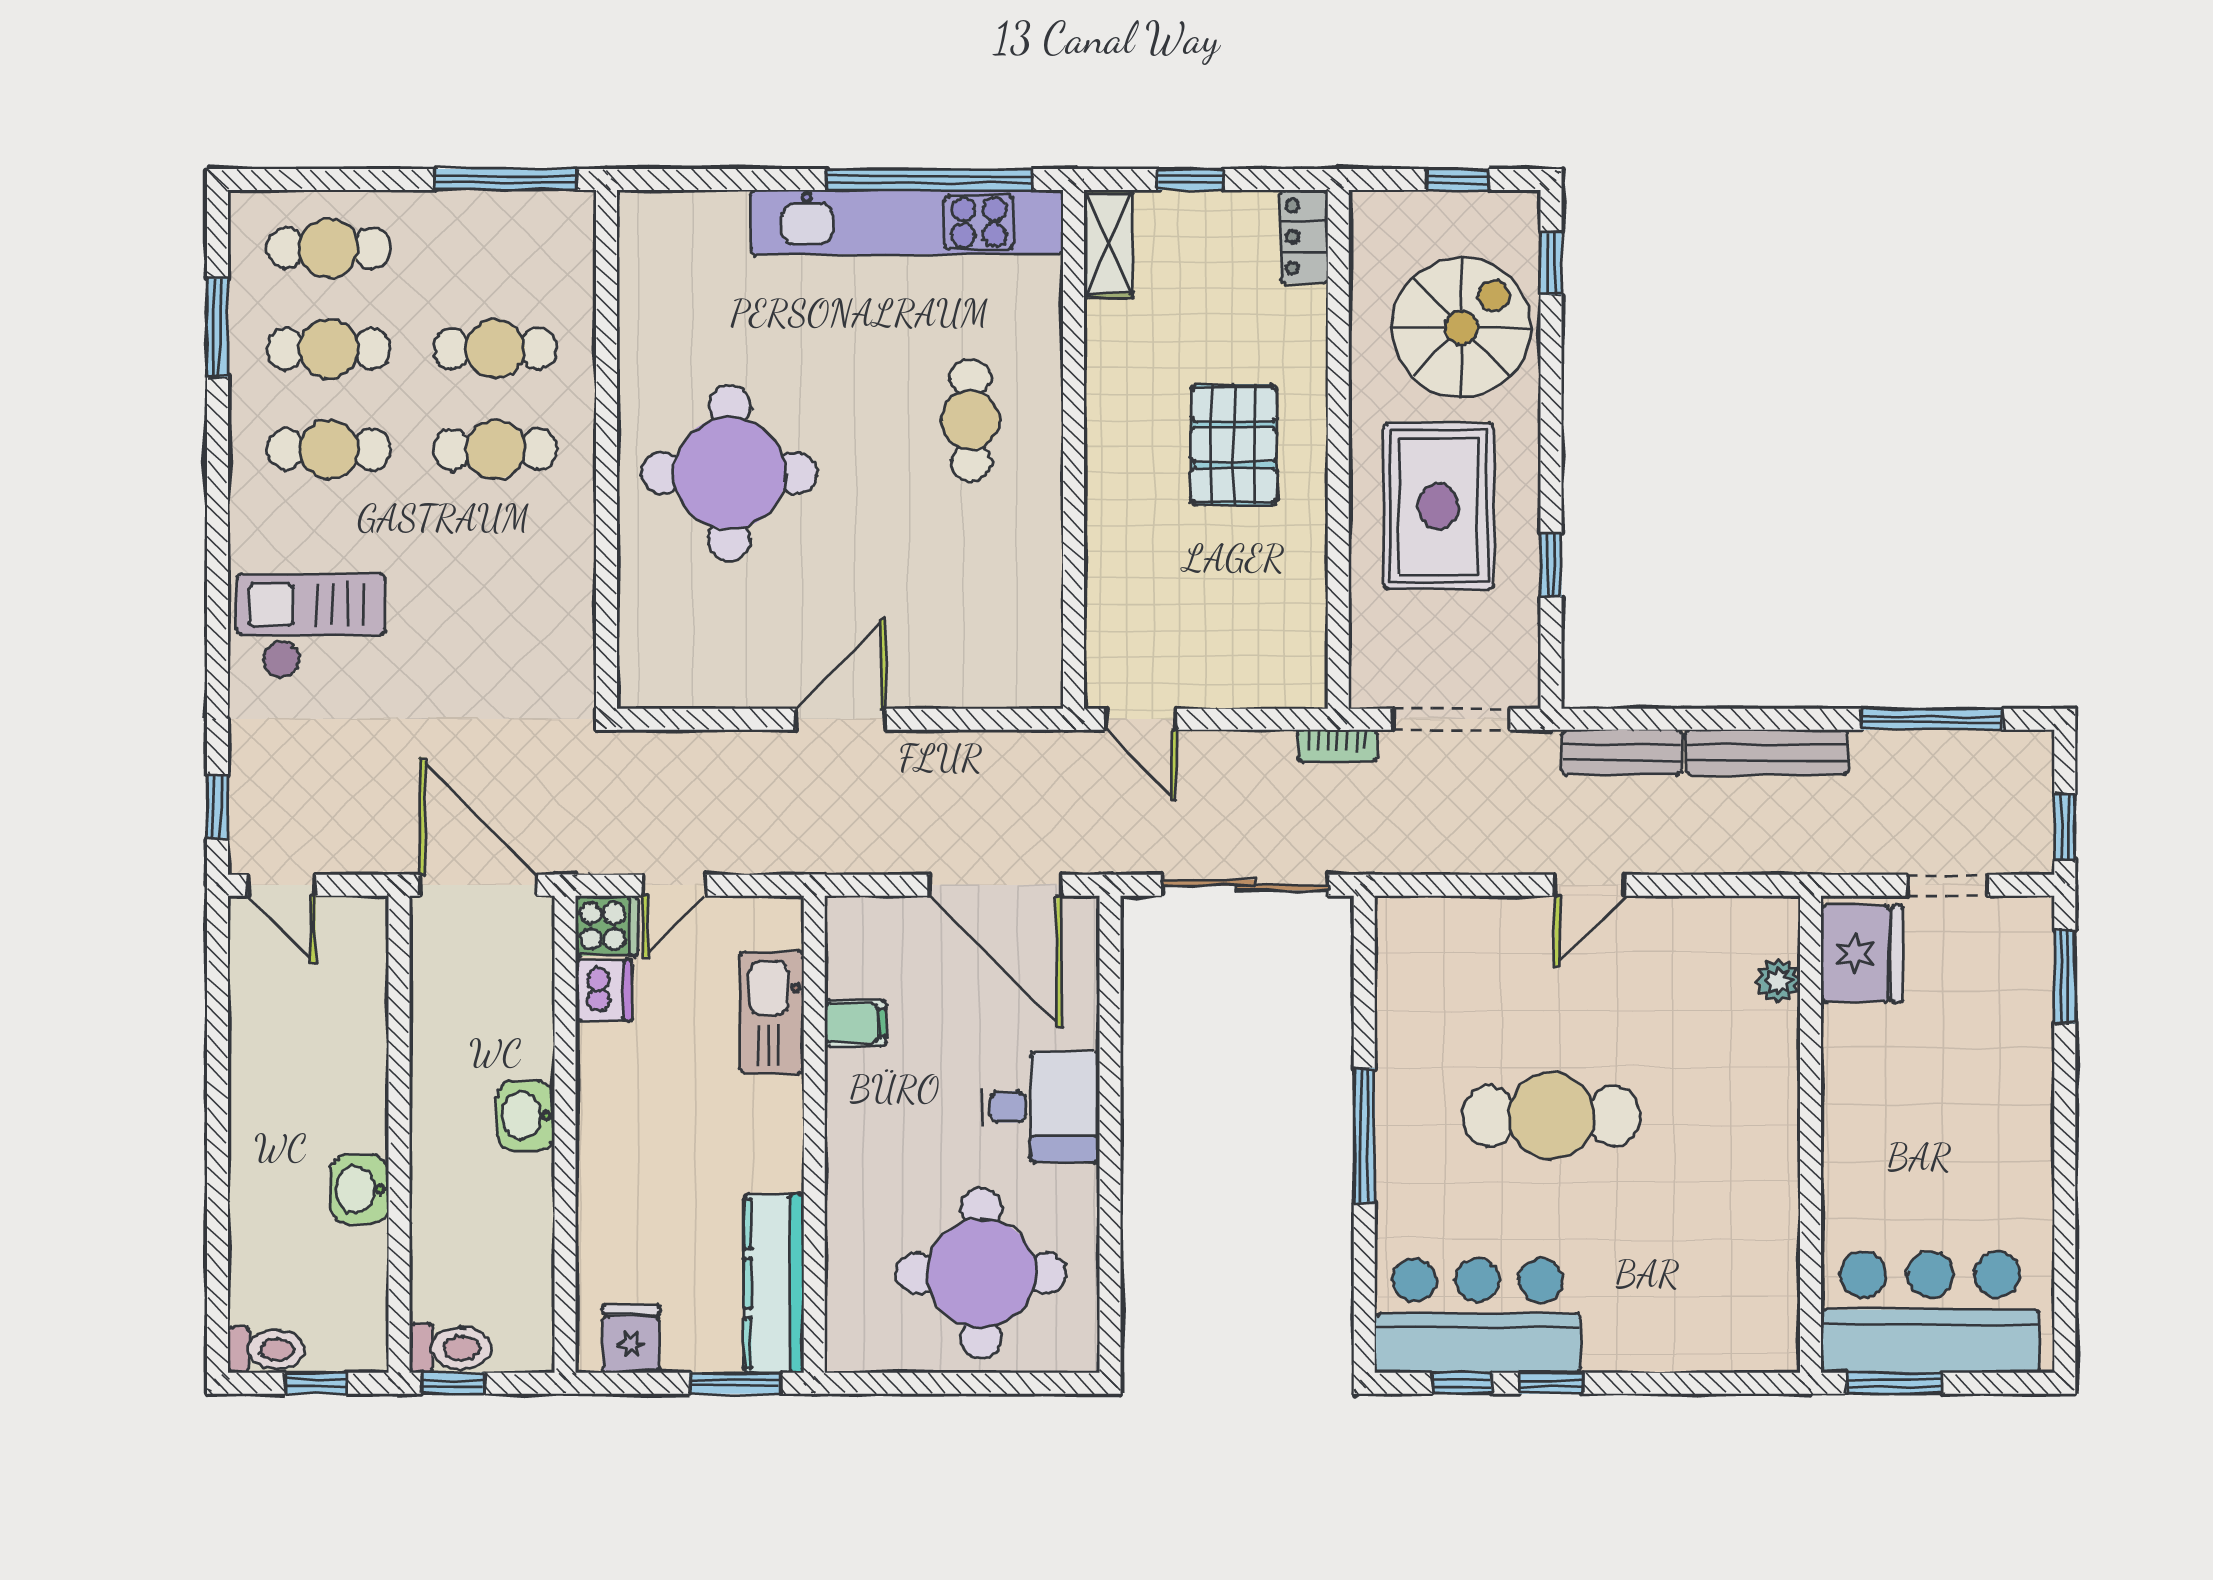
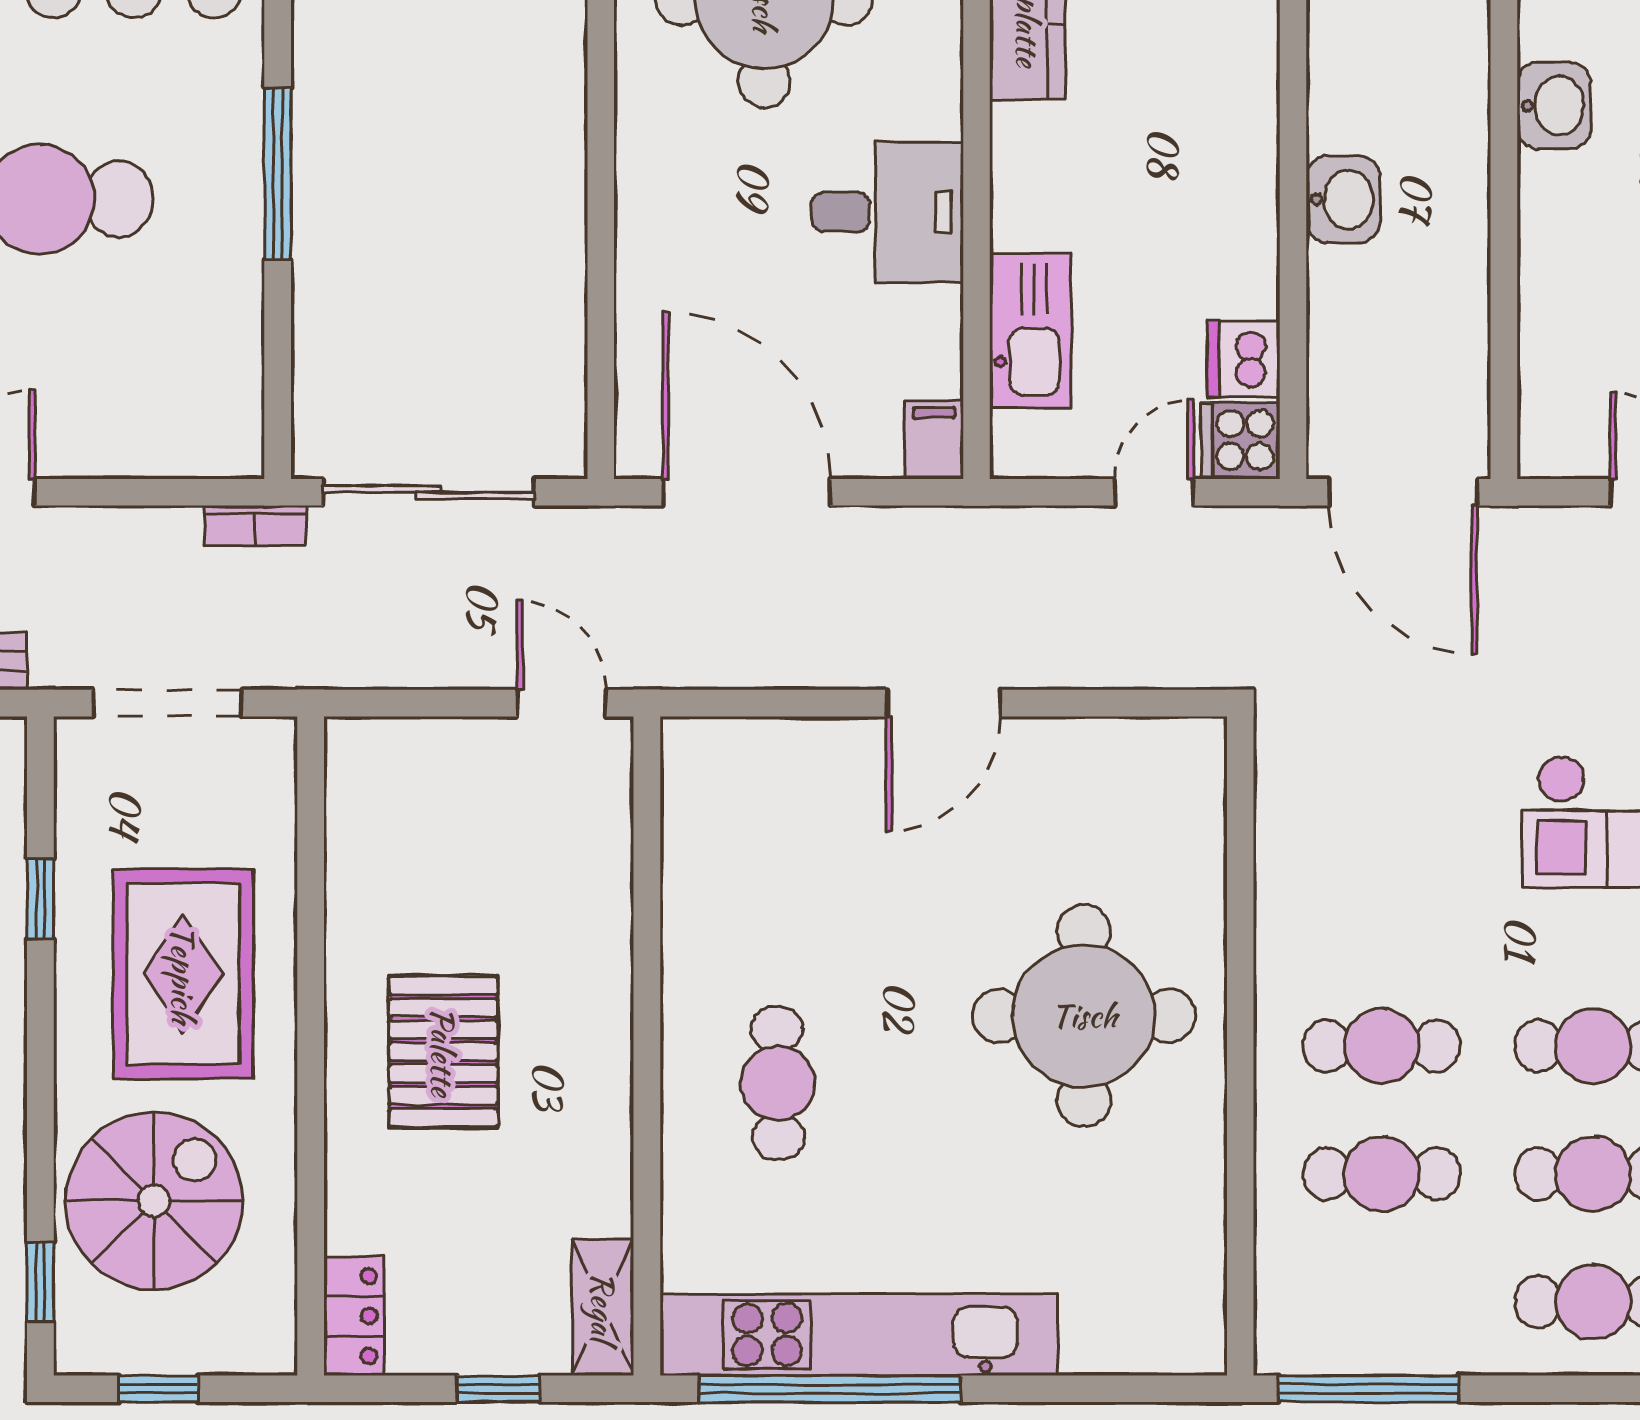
spiral stairs: (1461, 328) -> (154, 1201), turned 180
bookcase: (1338, 745) -> (255, 526), moved, turned 180
filing cabinet: (855, 1023) -> (934, 440), moved, turned 90
desk: (1040, 1107) -> (888, 212), moved, turned 180

